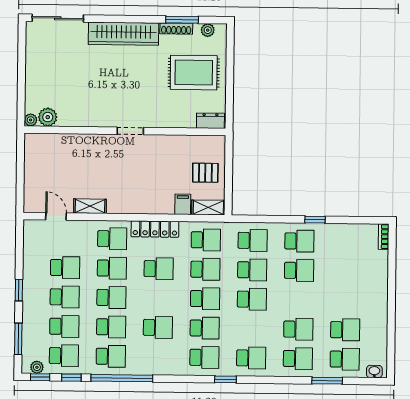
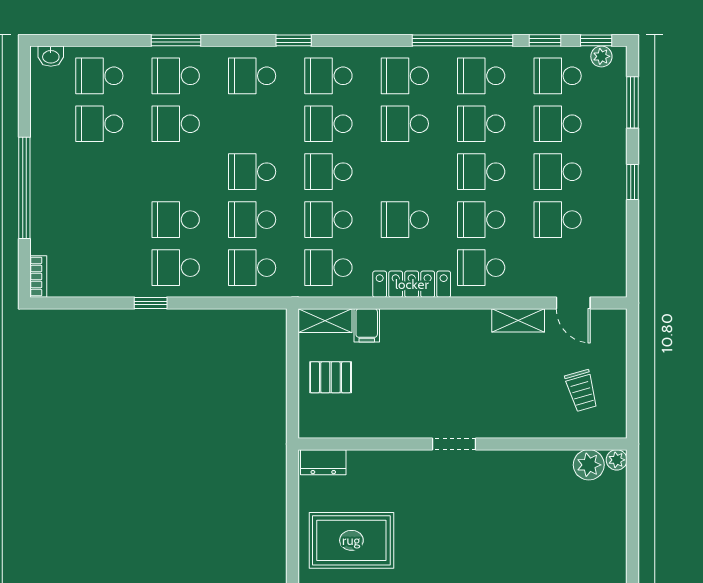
trolley: (52, 163) -> (582, 391), added
window: (392, 291) -> (24, 188), added
school desk: (158, 357) -> (405, 76), added
window: (327, 381) -> (176, 40), moved

